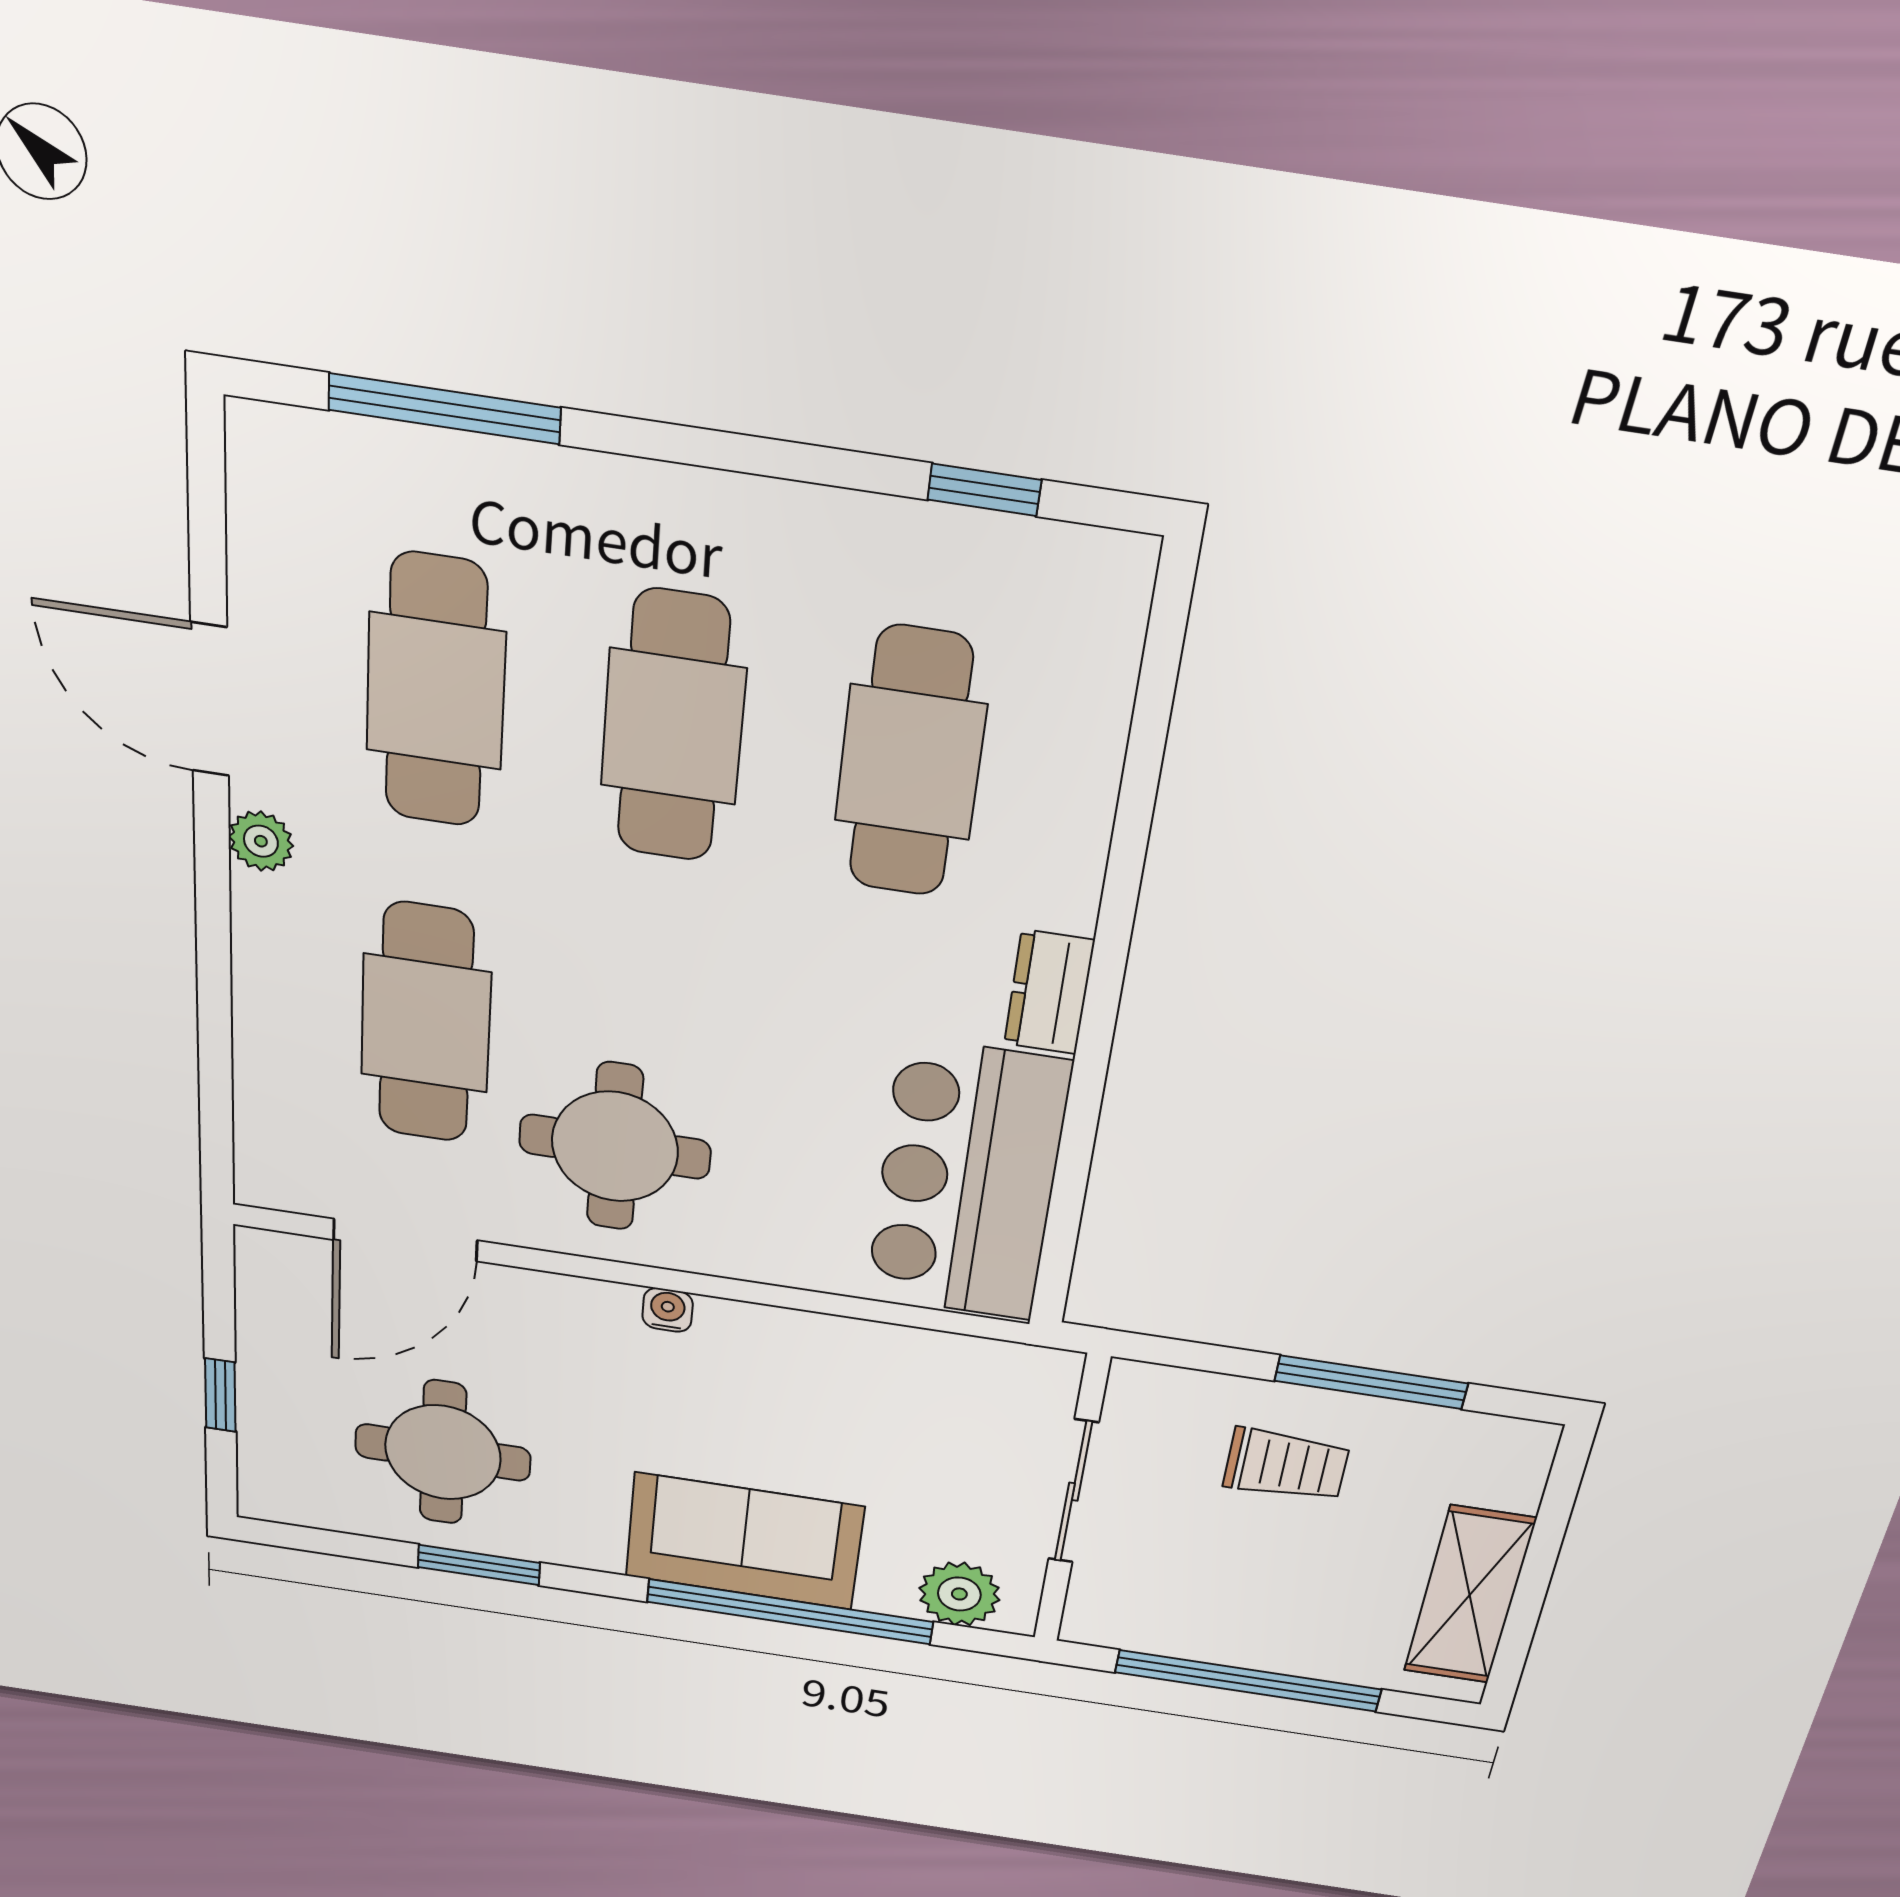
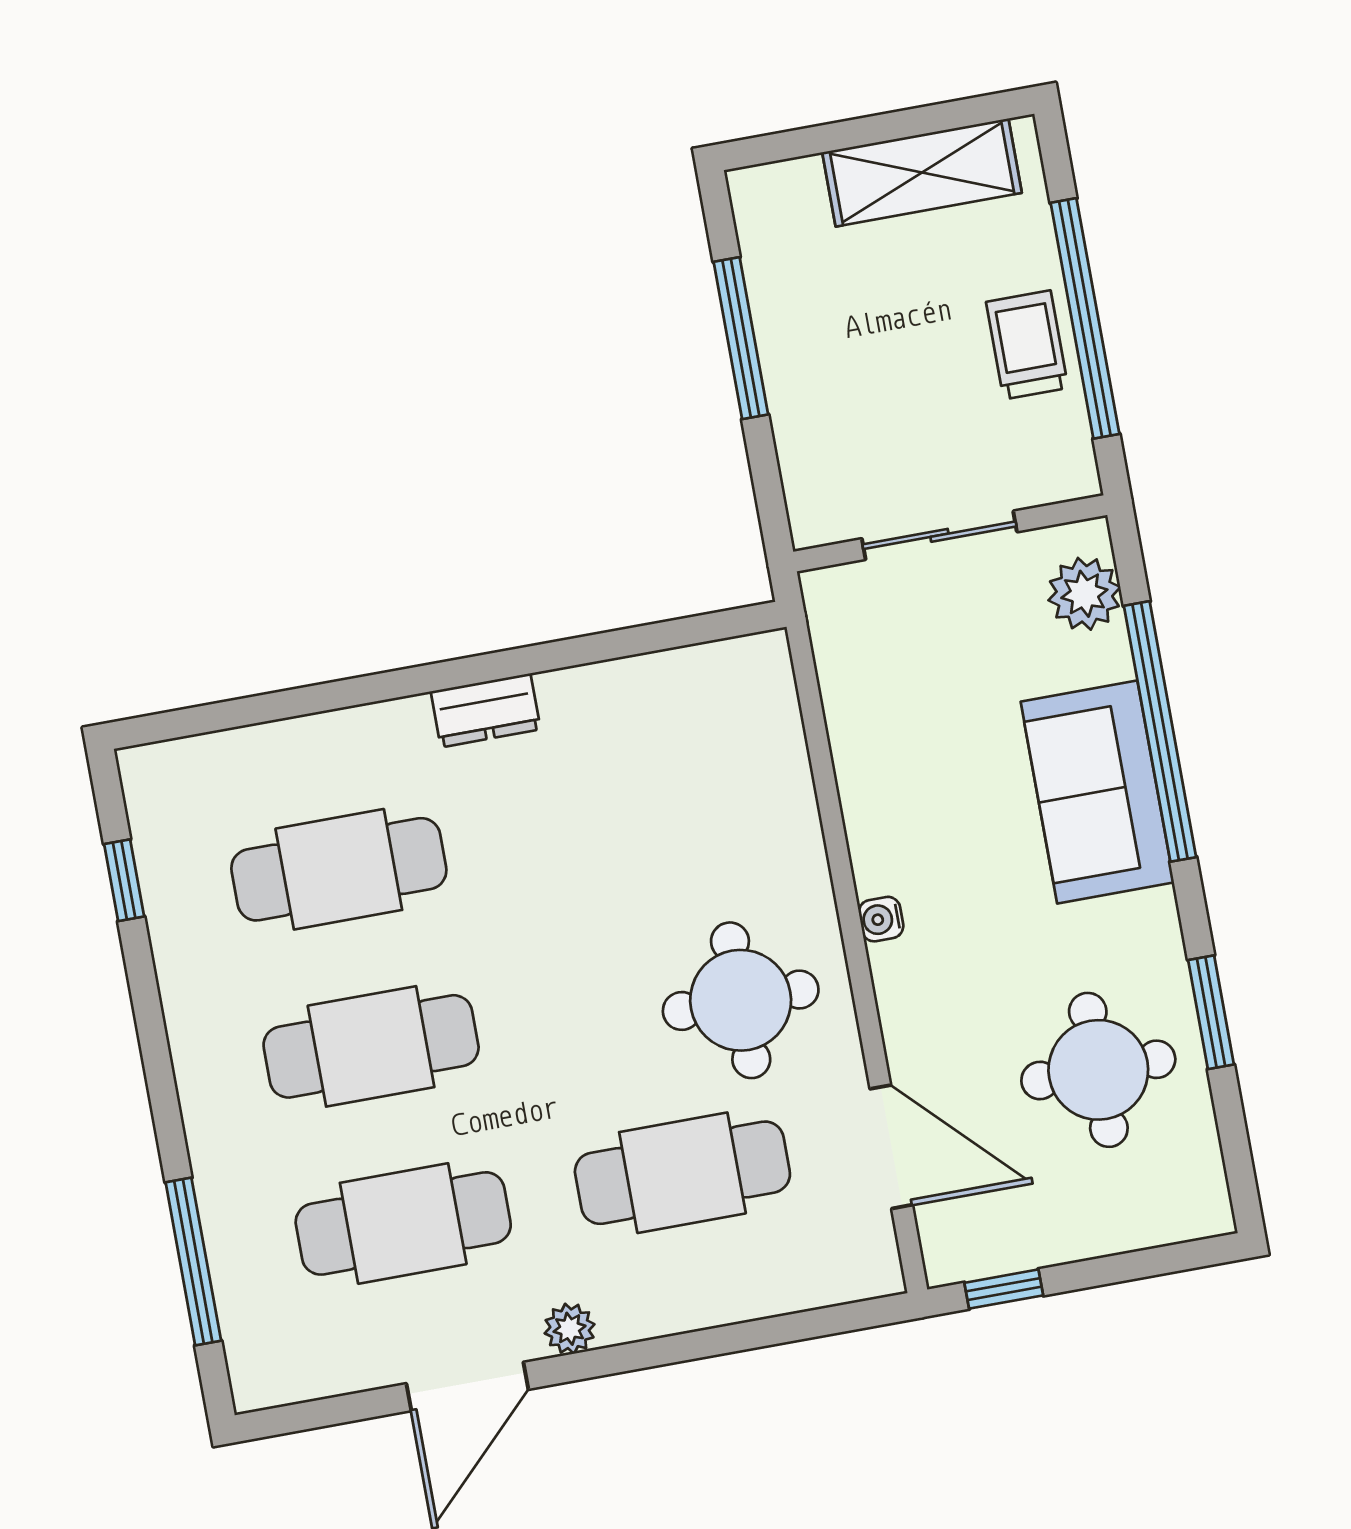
bar counter: (967, 1181) -> (672, 718), removed
window: (220, 1395) -> (1004, 1289), moved
trolley: (1286, 1465) -> (1027, 345), moved

